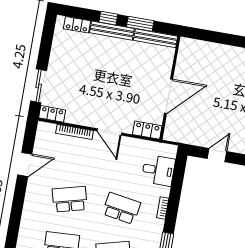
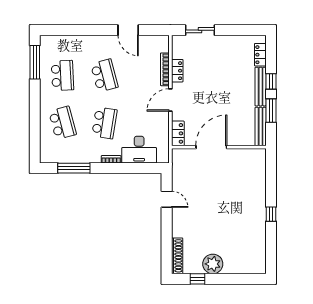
door: (169, 96) -> (211, 147), swing flipped
locker: (52, 114) -> (177, 71), moved
desk: (158, 170) -> (139, 150), width x1.37

